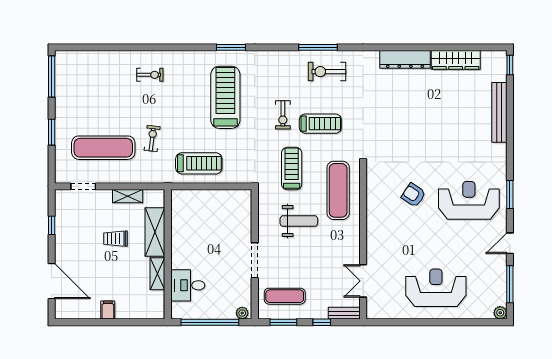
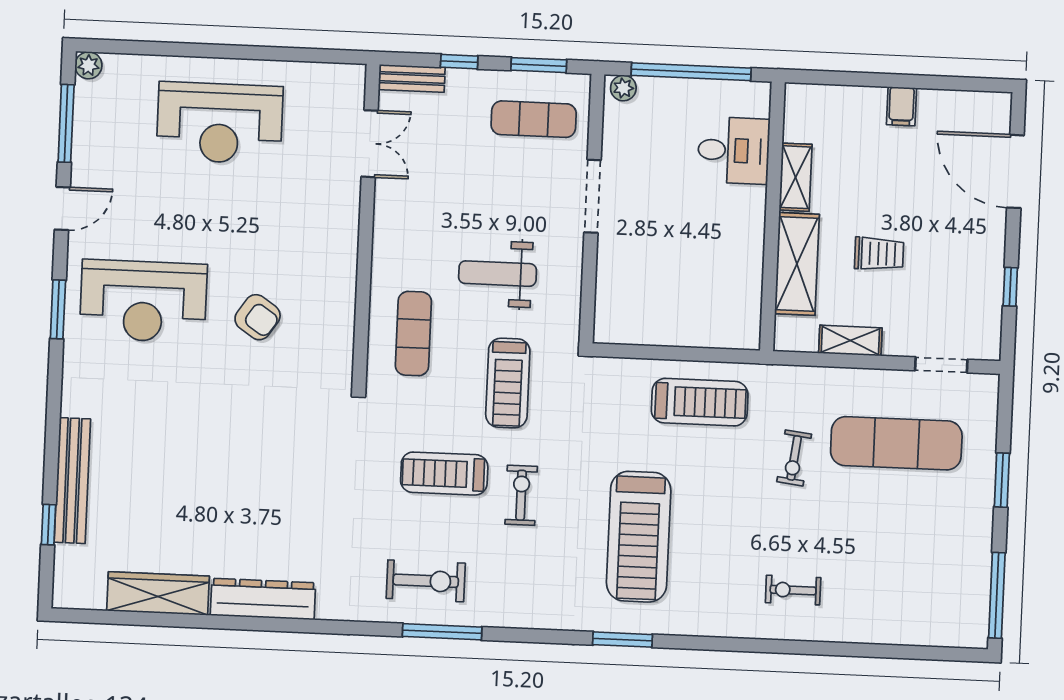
window: (510, 65) -> (49, 525), moved
treadmill: (199, 163) -> (700, 402), turned 180
exercise mat: (338, 190) -> (413, 334), width x0.73, depth x0.69

